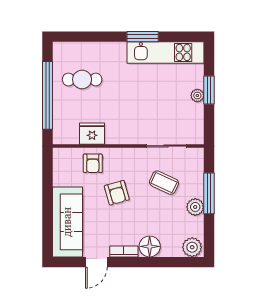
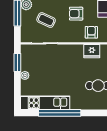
window: (143, 37) -> (60, 113), width x2.11
window: (209, 90) -> (17, 63), moved
armchair: (117, 193) -> (76, 14), turned -74

